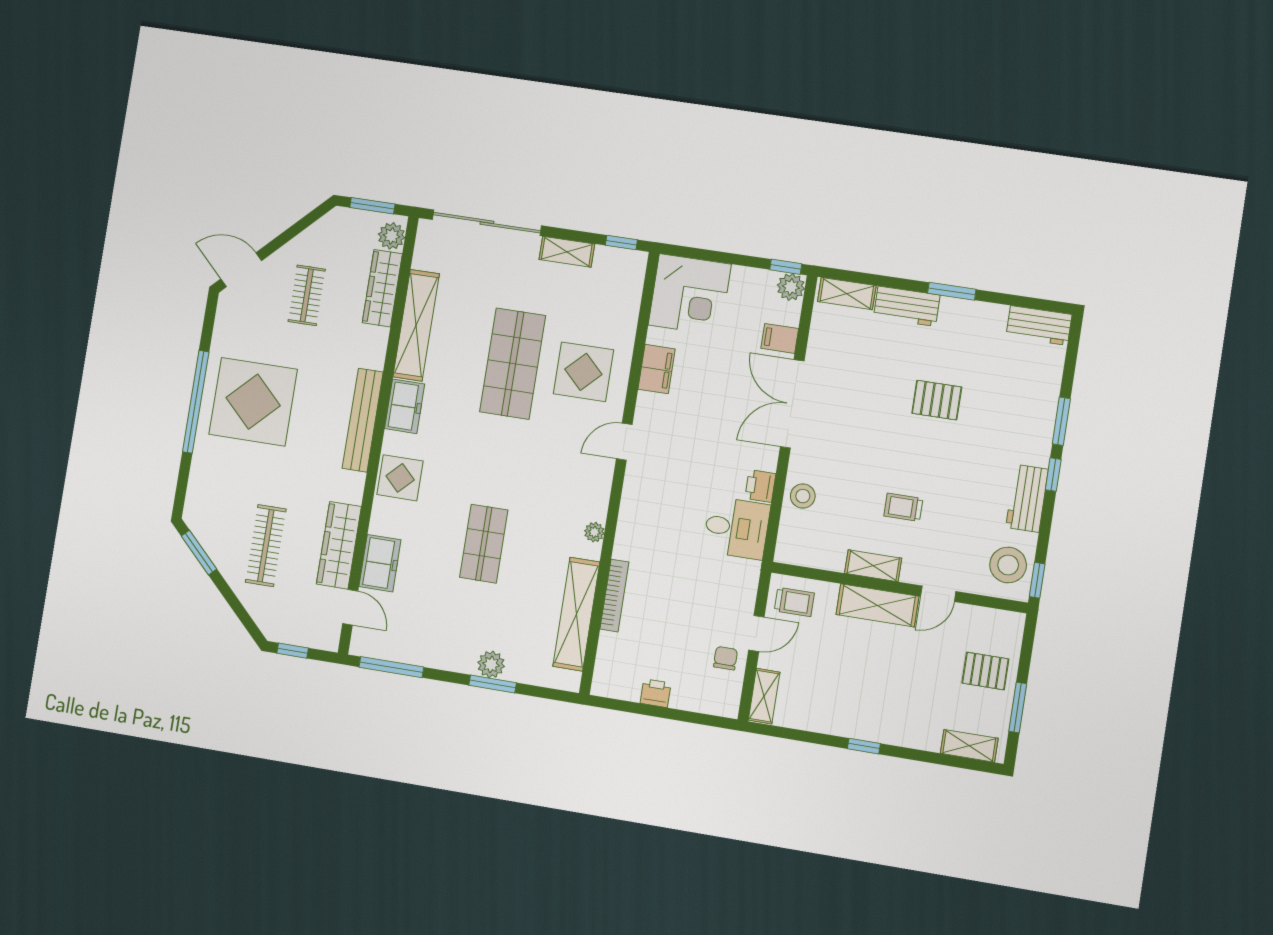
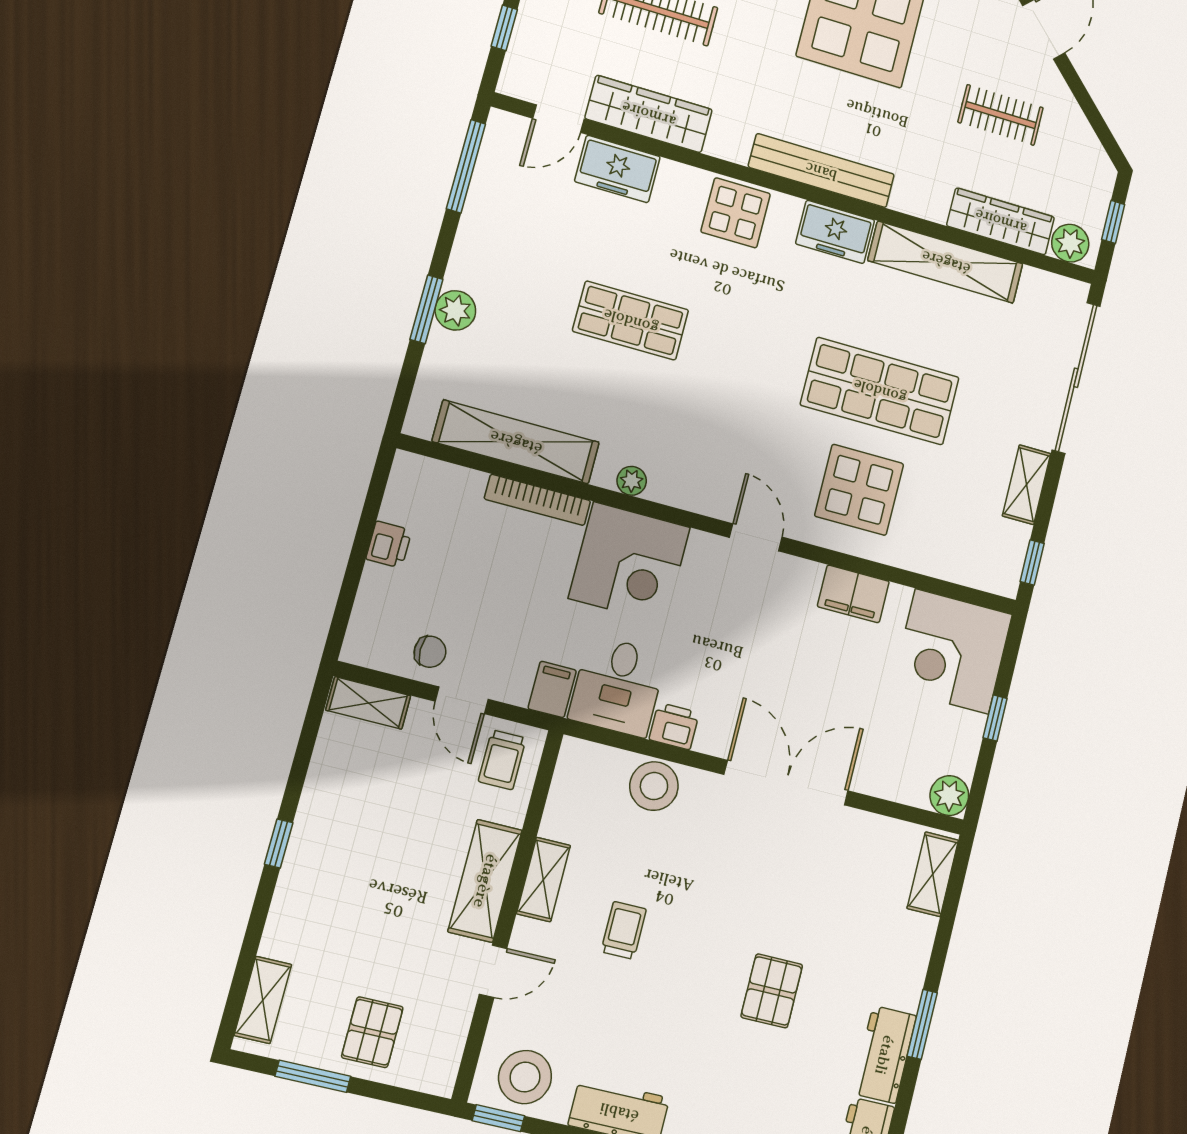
window: (372, 206) -> (1113, 222), width x0.67
window: (786, 267) -> (995, 718), moved
workbench: (907, 306) -> (884, 1055), moved
filing cabinet: (780, 338) -> (552, 689), moved
stool: (803, 496) -> (654, 786), width x1.38, depth x1.38
corner desk: (651, 528) -> (629, 563), added
door: (938, 594) -> (493, 971), swing flipped

